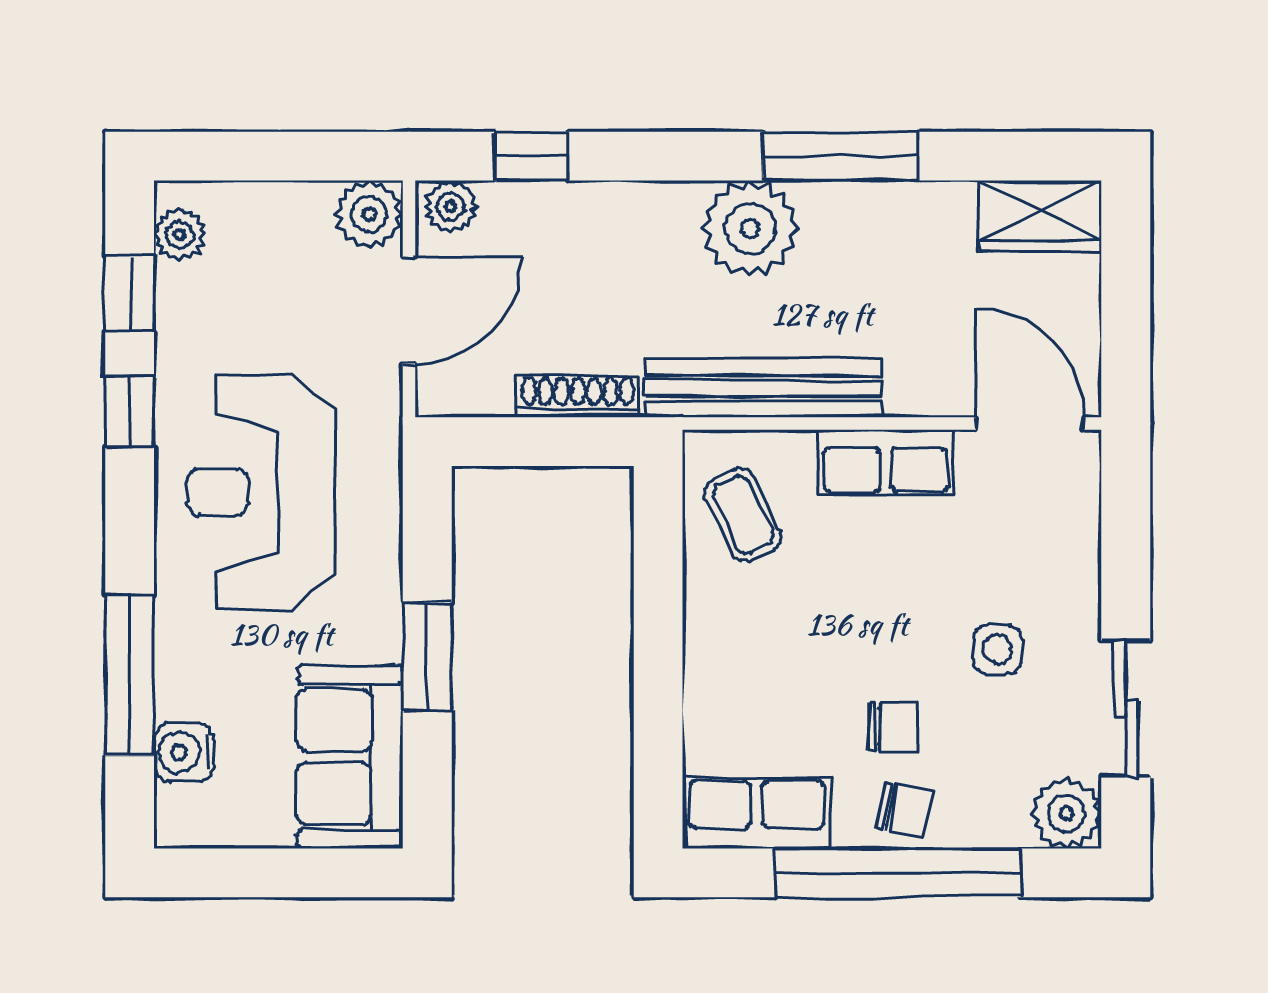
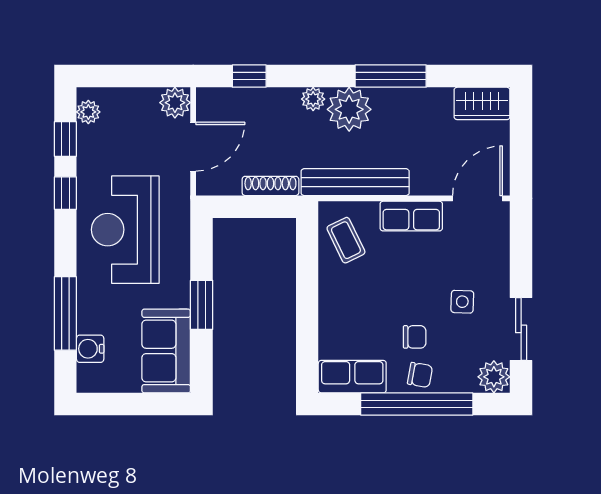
plant: (451, 206) -> (313, 99), moved
door: (1030, 423) -> (477, 198), hinge flipped

